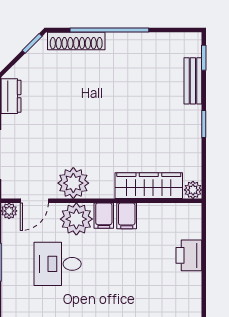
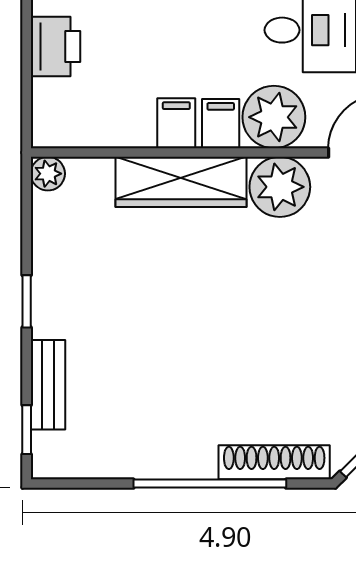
wardrobe: (149, 186) -> (181, 182), moved

